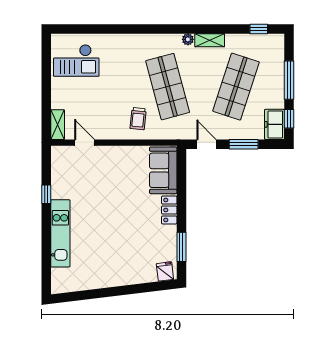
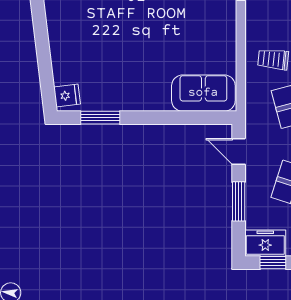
door: (206, 144) -> (239, 151), swing flipped
locker: (169, 210) -> (150, 101), removed

